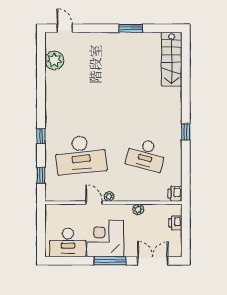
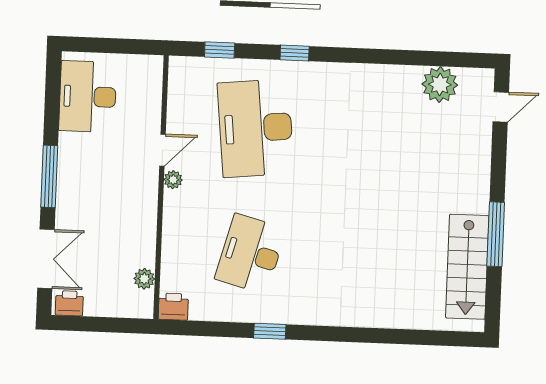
window: (131, 28) -> (496, 234), width x1.44
stairs: (172, 59) -> (467, 267), moved, turned -90
window: (186, 132) -> (270, 331), moved
plant: (138, 209) -> (144, 279), moved
printer: (175, 223) -> (69, 303), moved
corner desk: (105, 239) -> (92, 169), removed

